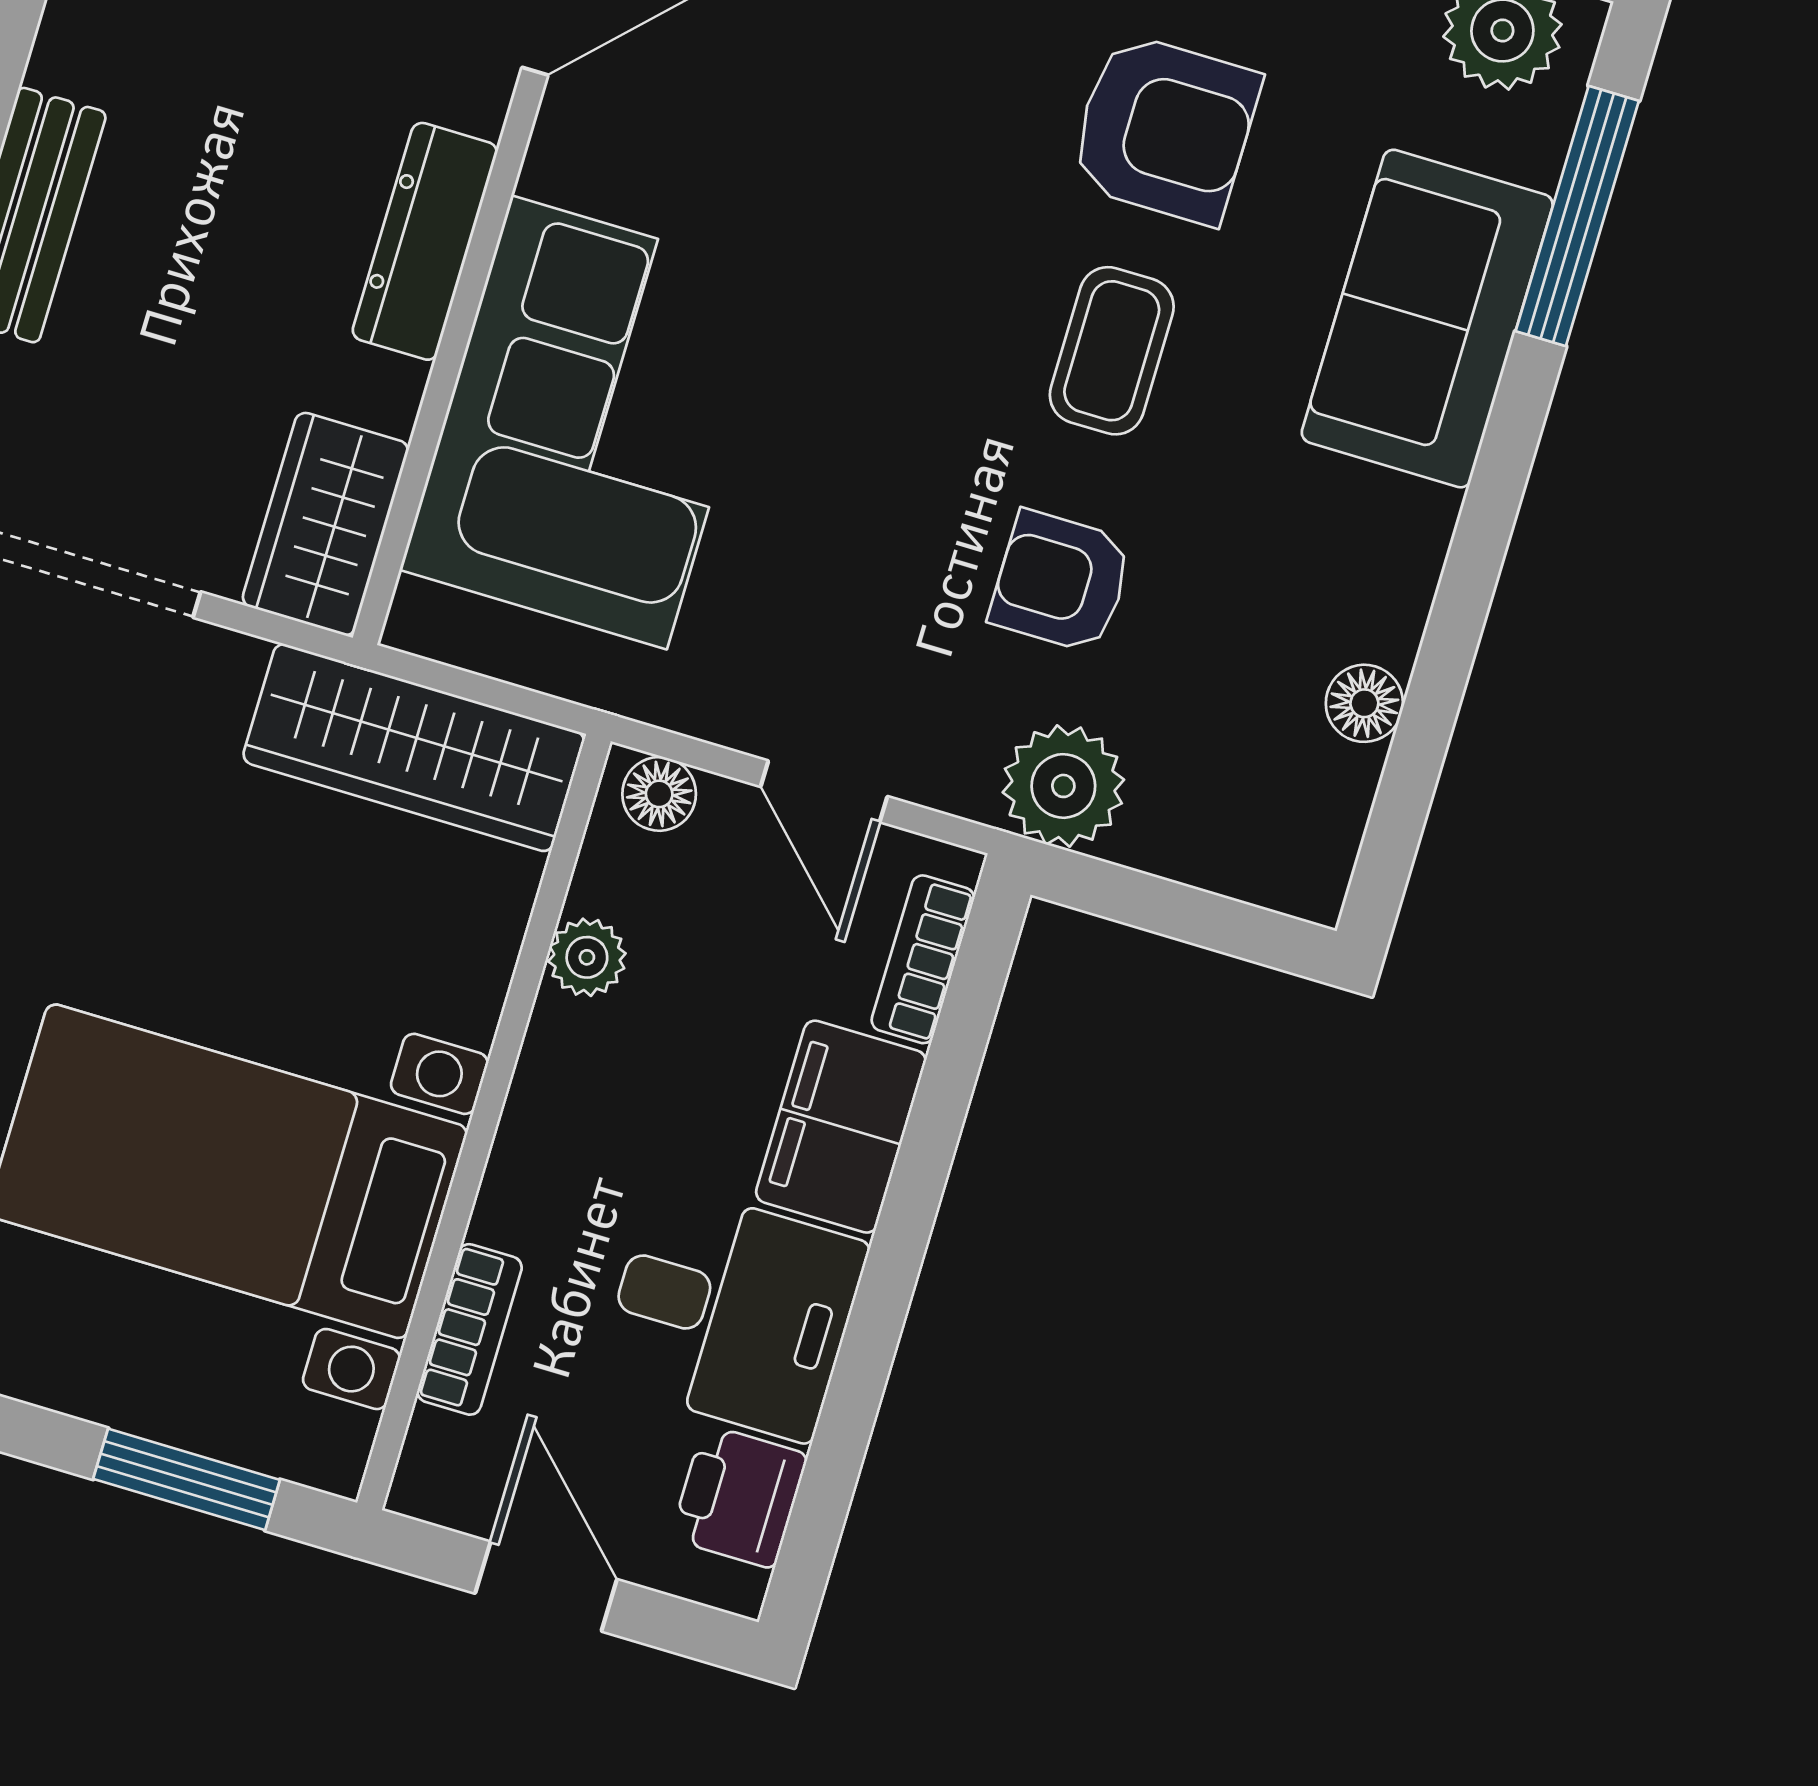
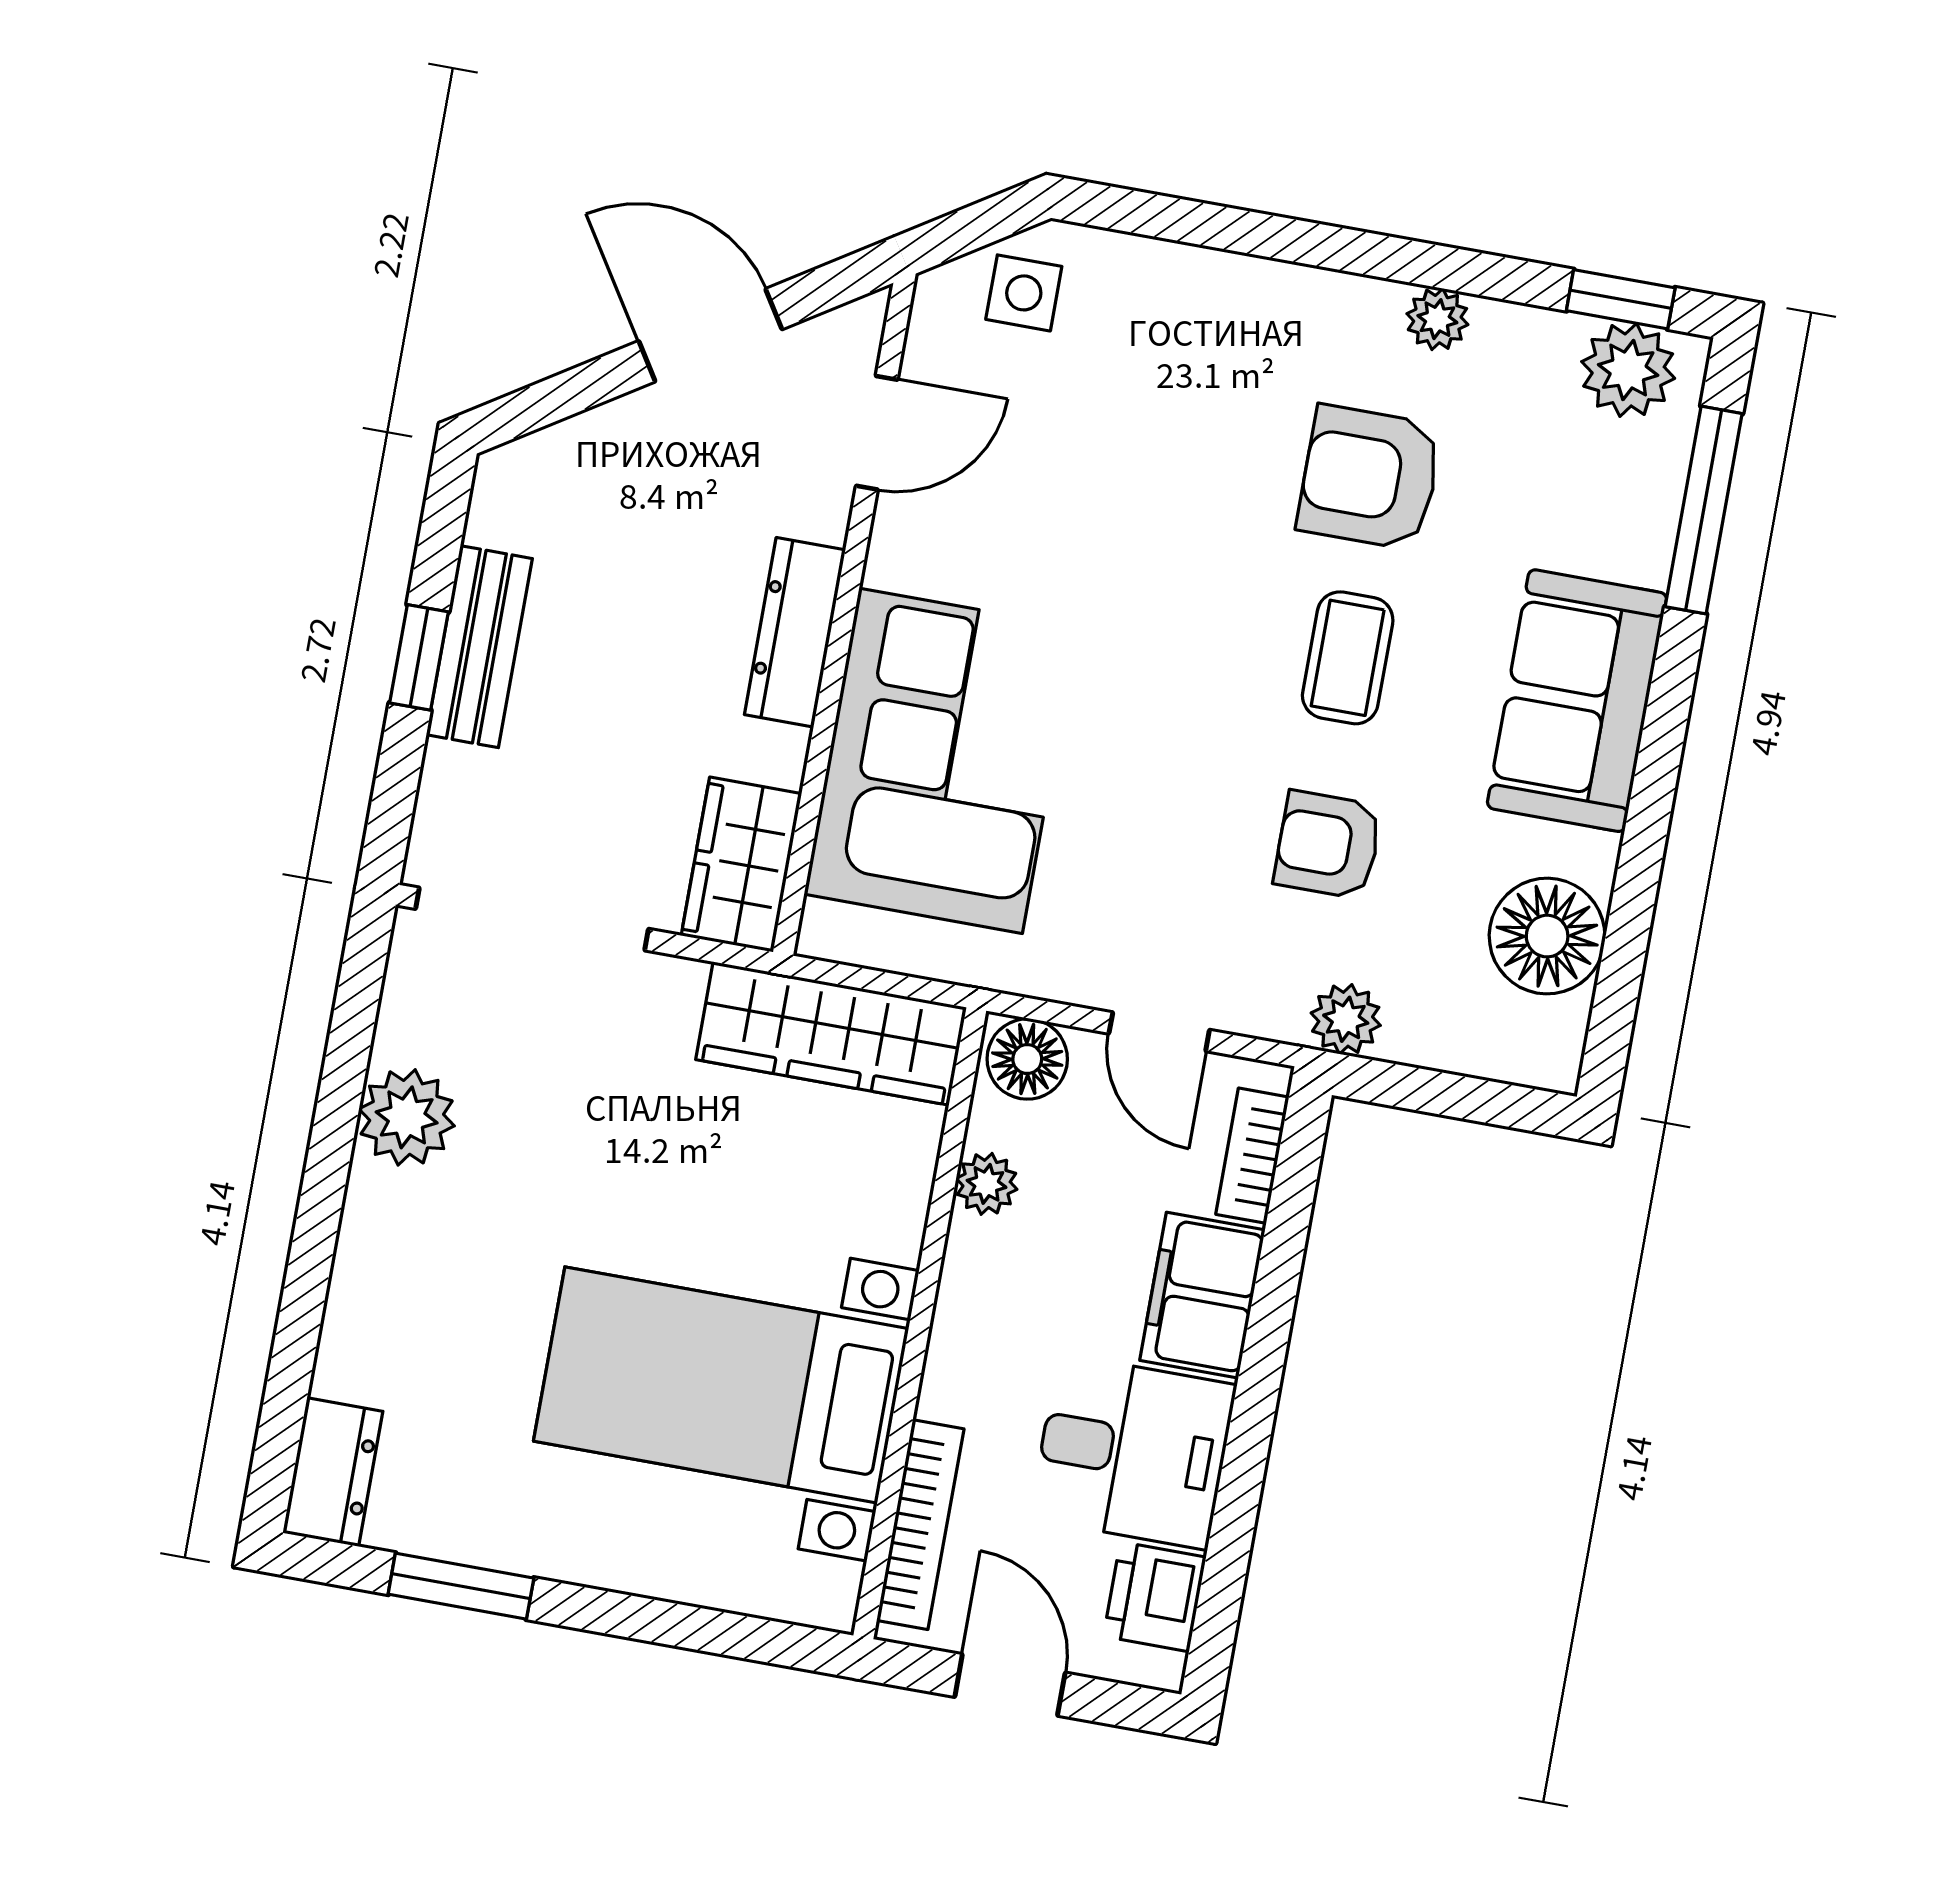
armchair: (1164, 129) -> (1370, 478), turned 180
sofa: (1427, 319) -> (1577, 701), moved
floor lamp: (1364, 703) -> (1547, 936), width x1.89, depth x1.89
plant: (1063, 786) -> (1346, 1019), width x0.73, depth x0.73
floor lamp: (659, 794) -> (1027, 1059), width x1.37, depth x1.37
bookcase: (470, 1329) -> (920, 1525), width x1.56
window: (187, 1479) -> (716, 1632), removed

